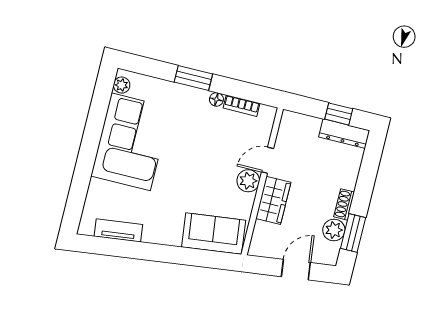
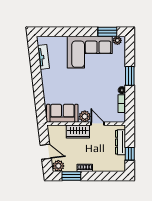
window: (101, 100) -> (107, 32), added
dresser: (344, 134) -> (121, 142), moved
plant: (334, 230) -> (58, 166), moved
sofa: (214, 234) -> (62, 113), moved, turned -83

